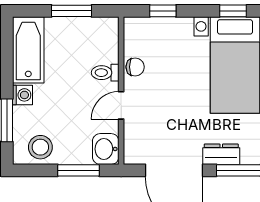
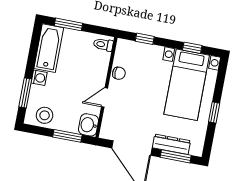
window: (72, 11) -> (68, 24), moved
toilet: (105, 73) -> (103, 45), moved
dresser: (221, 154) -> (171, 144), width x1.44

